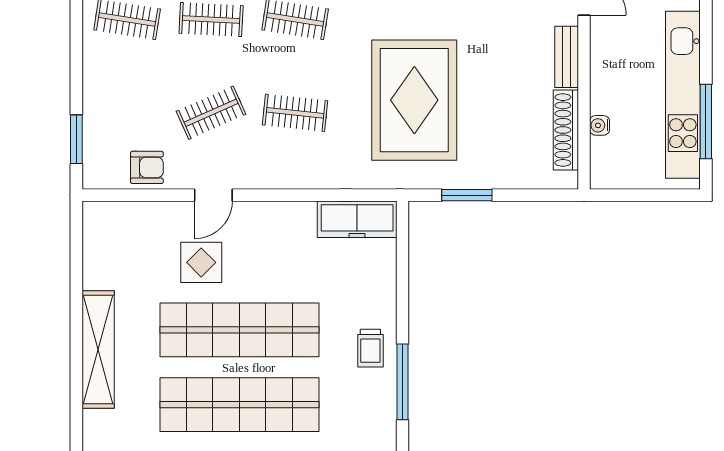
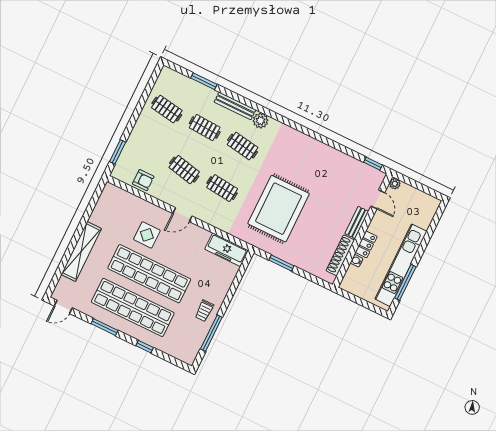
locker: (603, 88) -> (366, 244), added
clothes rail: (211, 113) -> (184, 170), turned 36
door: (213, 195) -> (182, 215), moved

